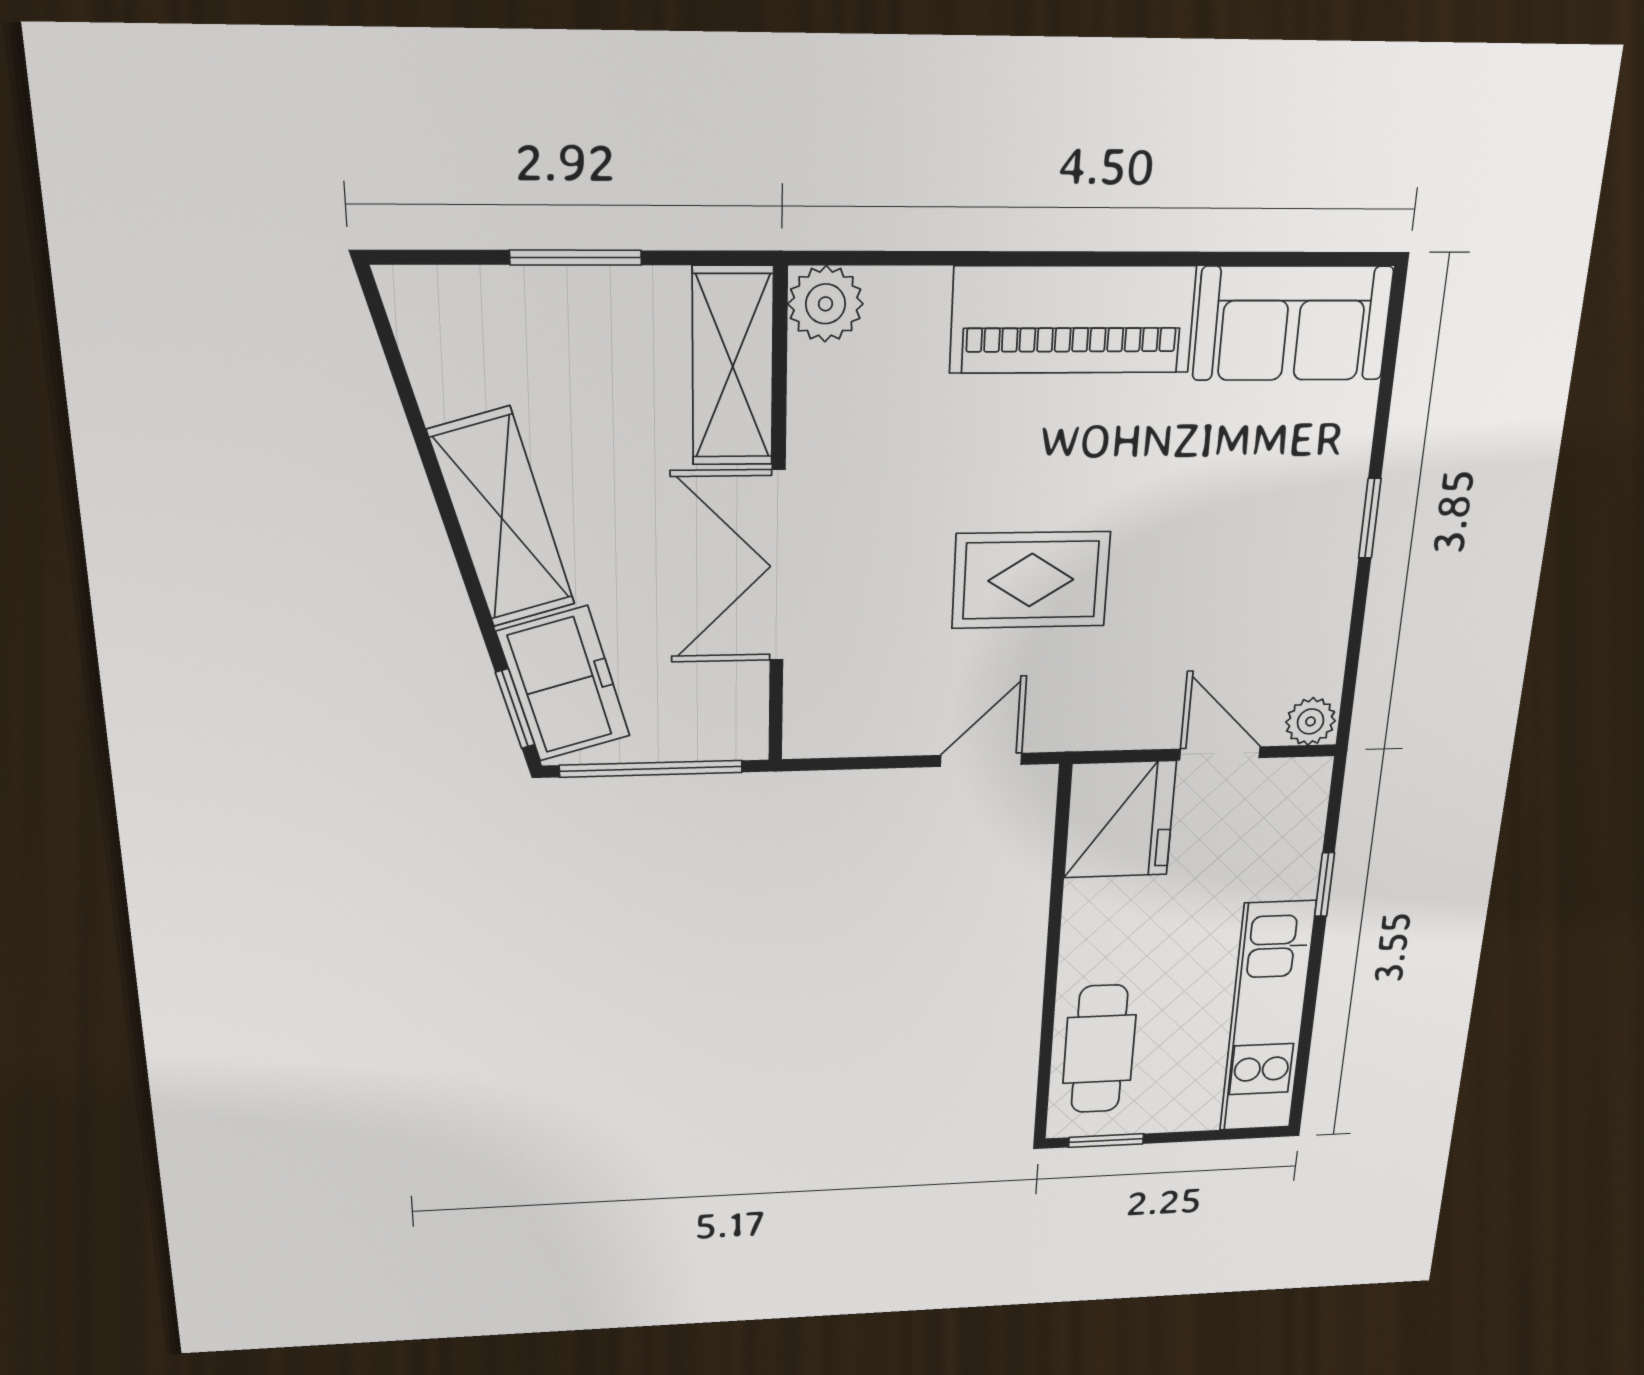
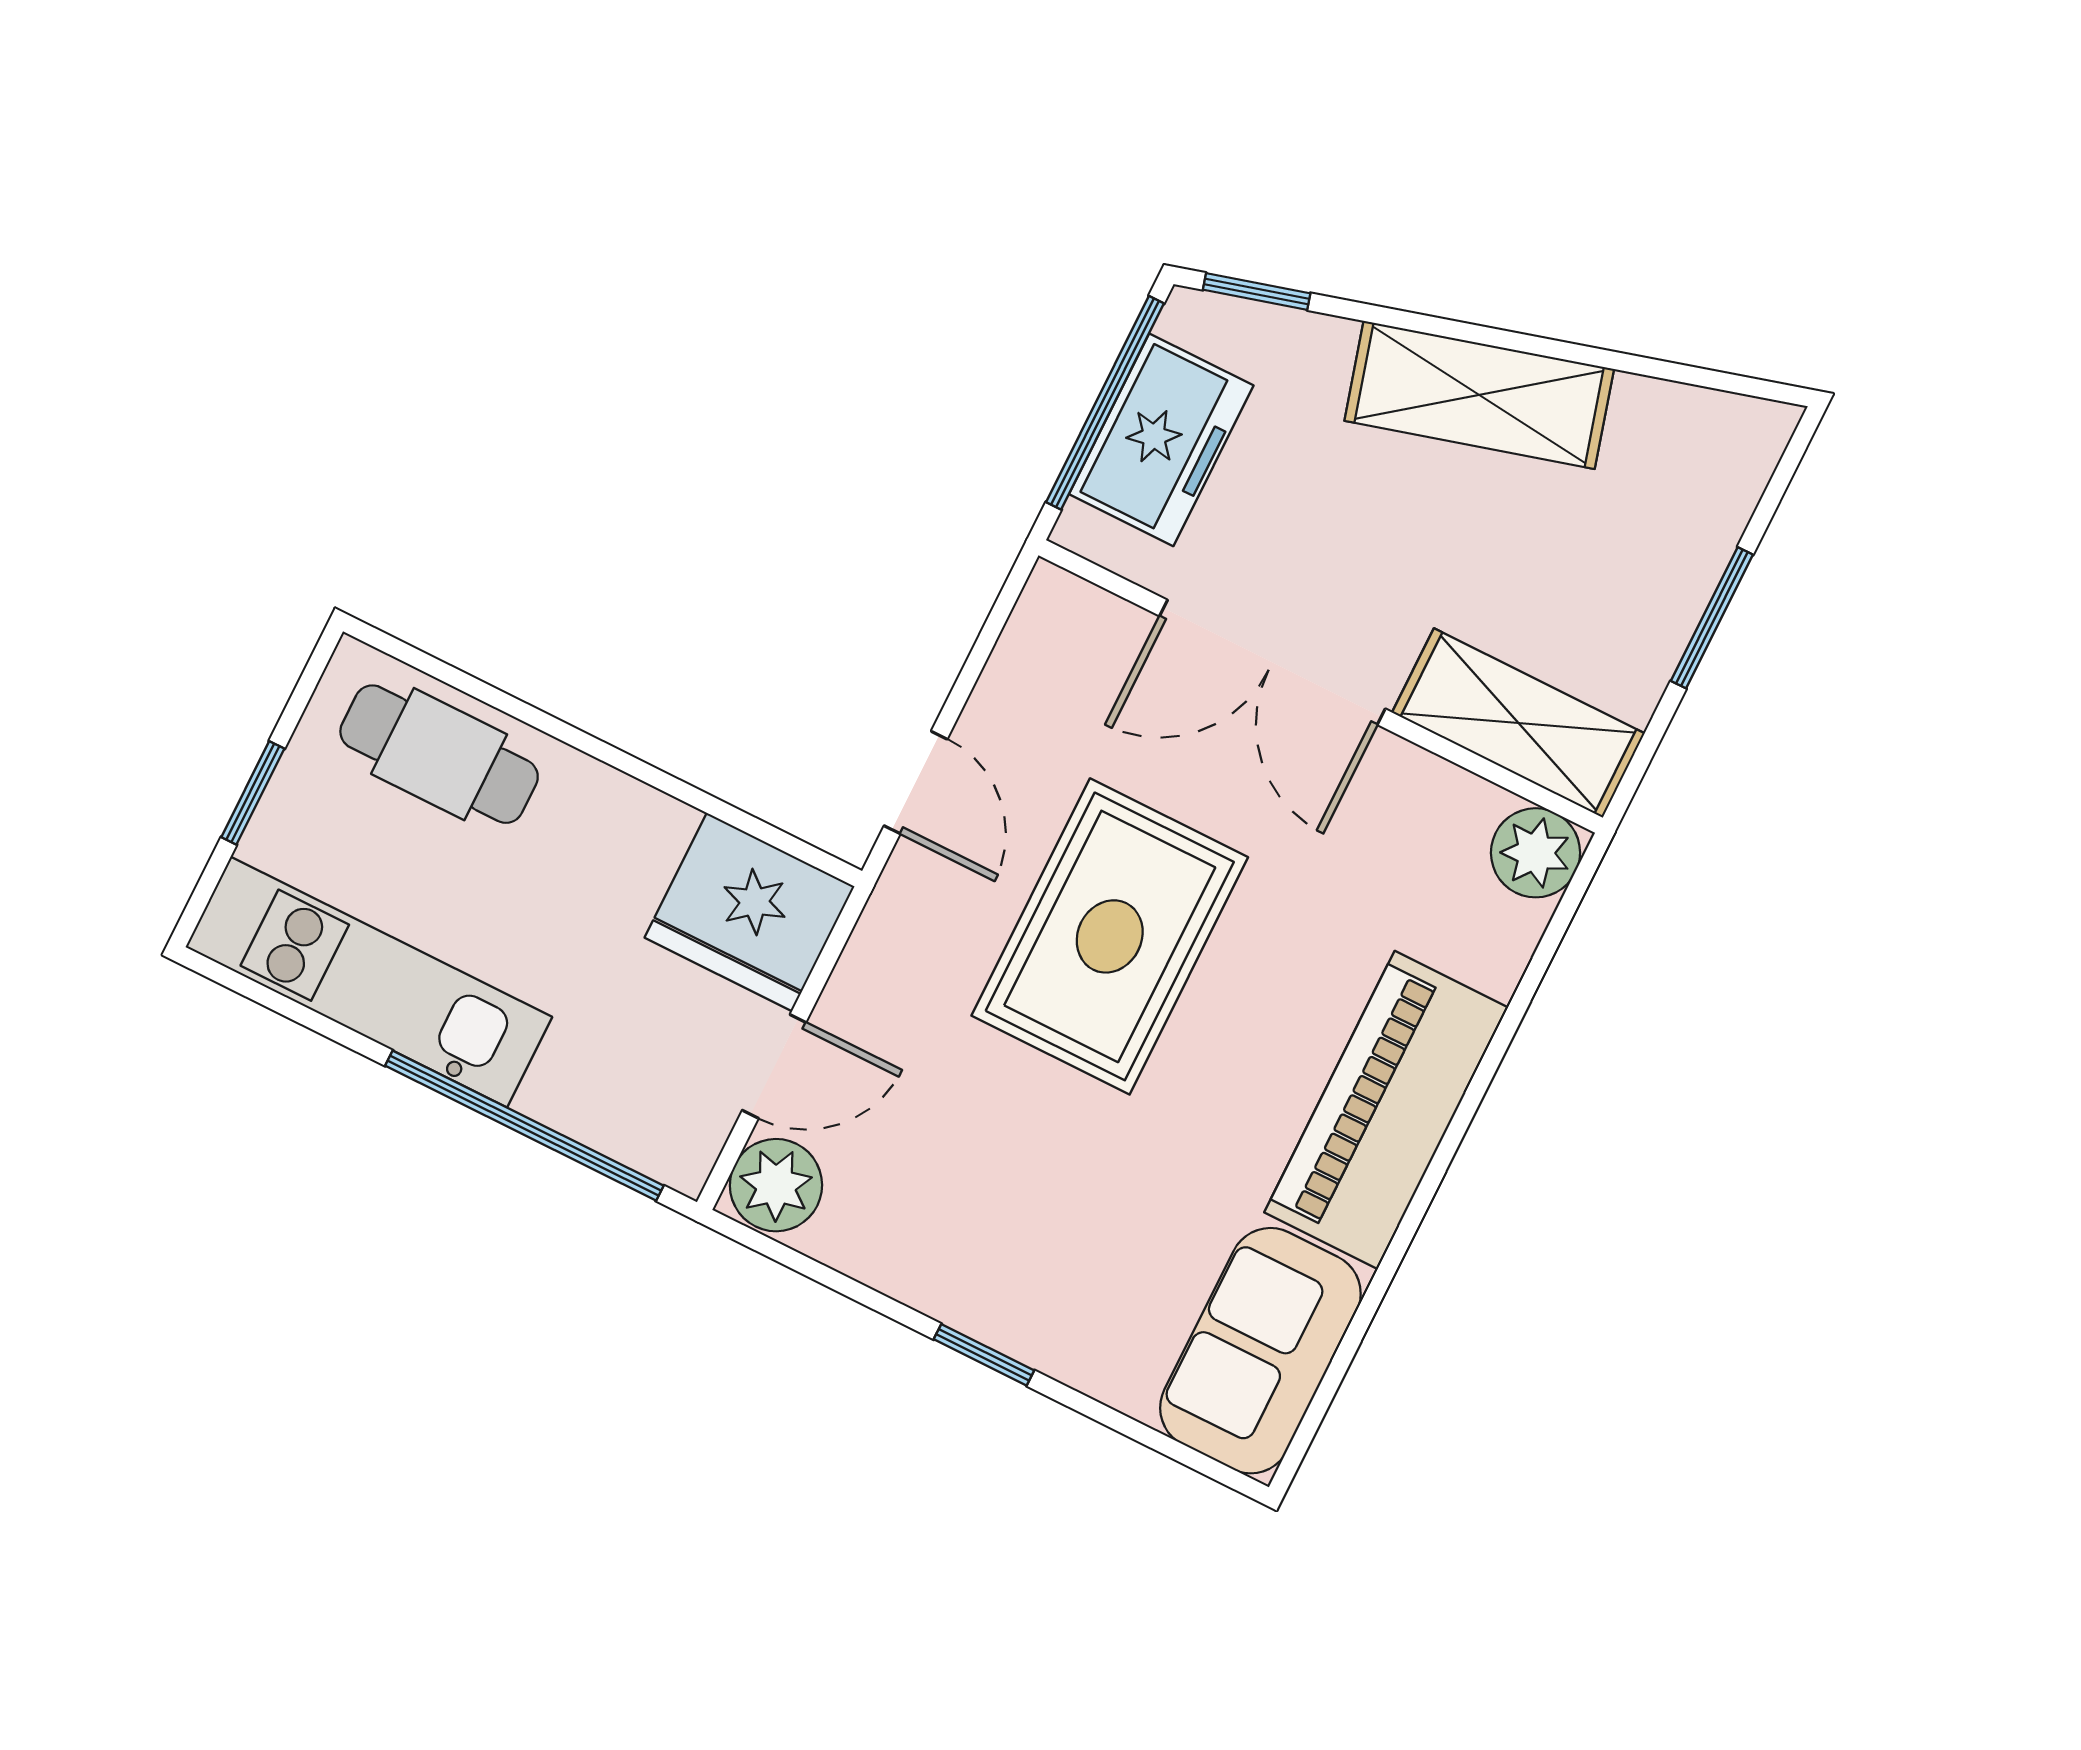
double door: (777, 566) -> (1272, 662), swing flipped
rug: (1031, 580) -> (1110, 936), width x1.36, depth x1.43
freezer: (564, 684) -> (1161, 440), moved, turned -74
plant: (1311, 721) -> (776, 1185), width x1.38, depth x1.38
window: (1325, 885) -> (524, 1126), width x3.17
window: (1106, 1141) -> (253, 793), moved

